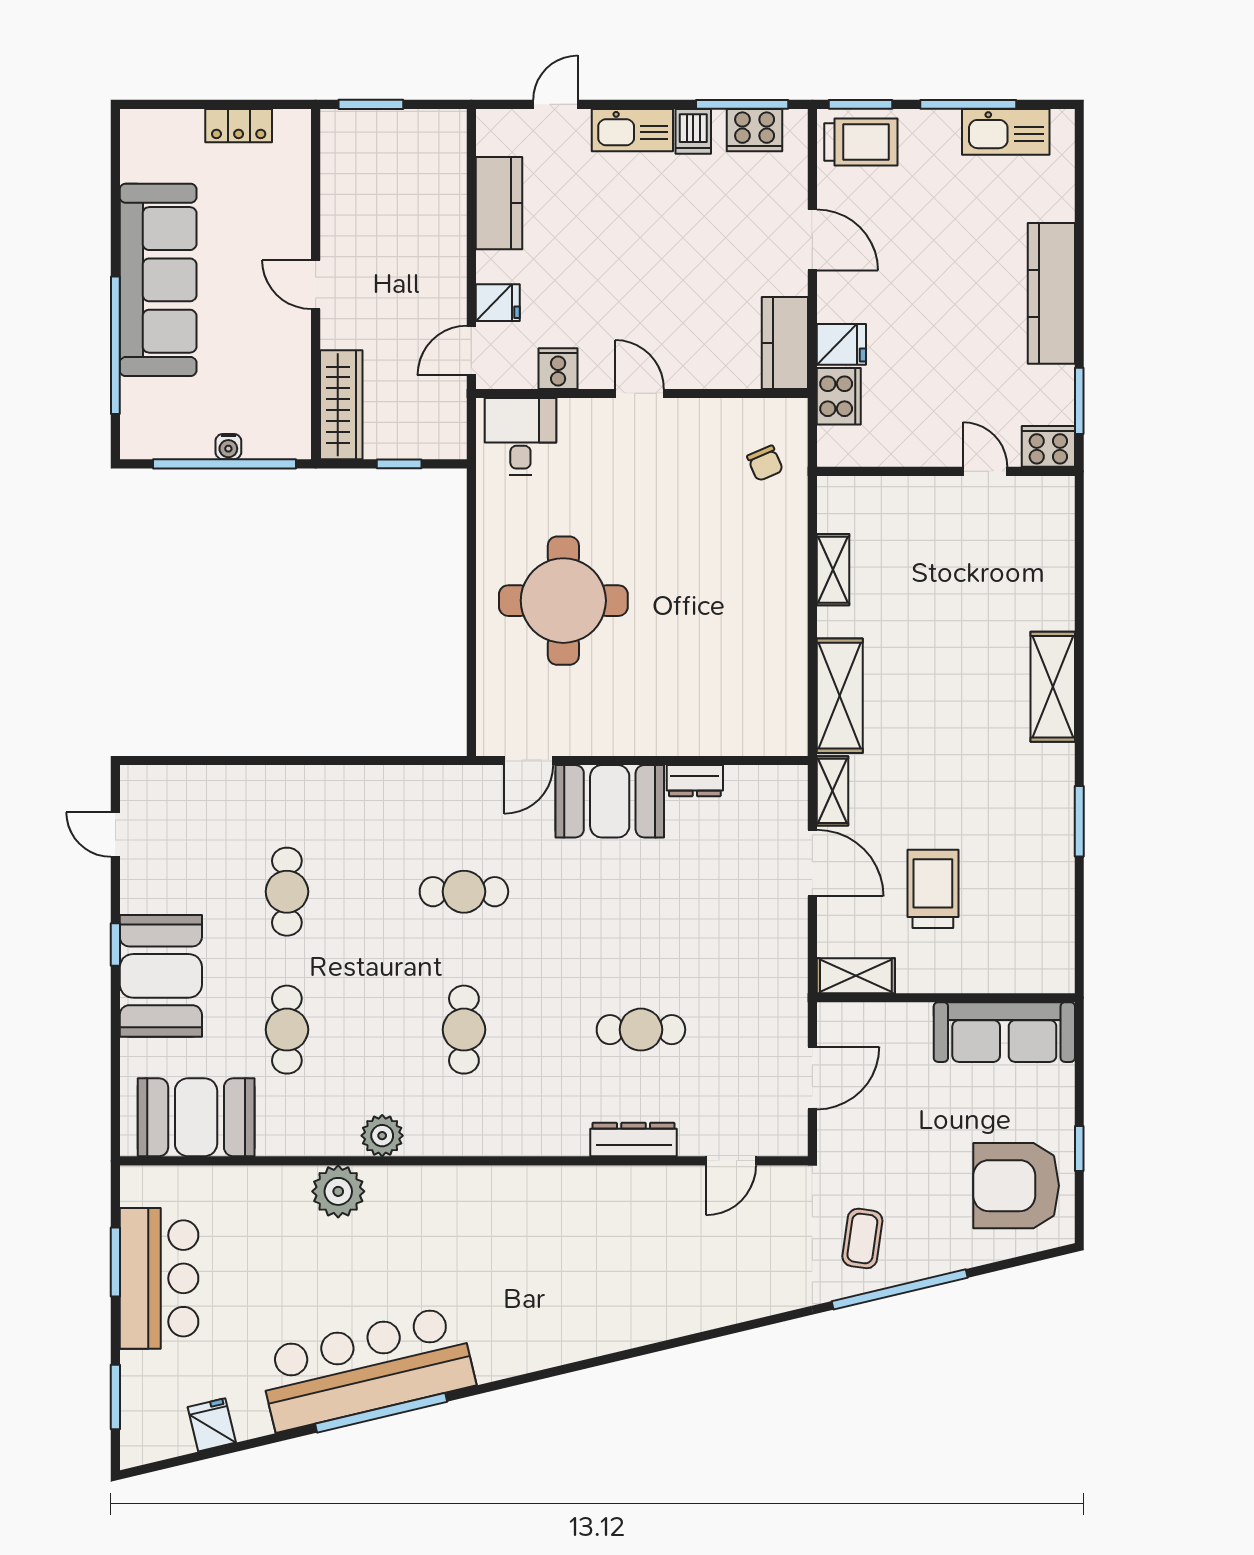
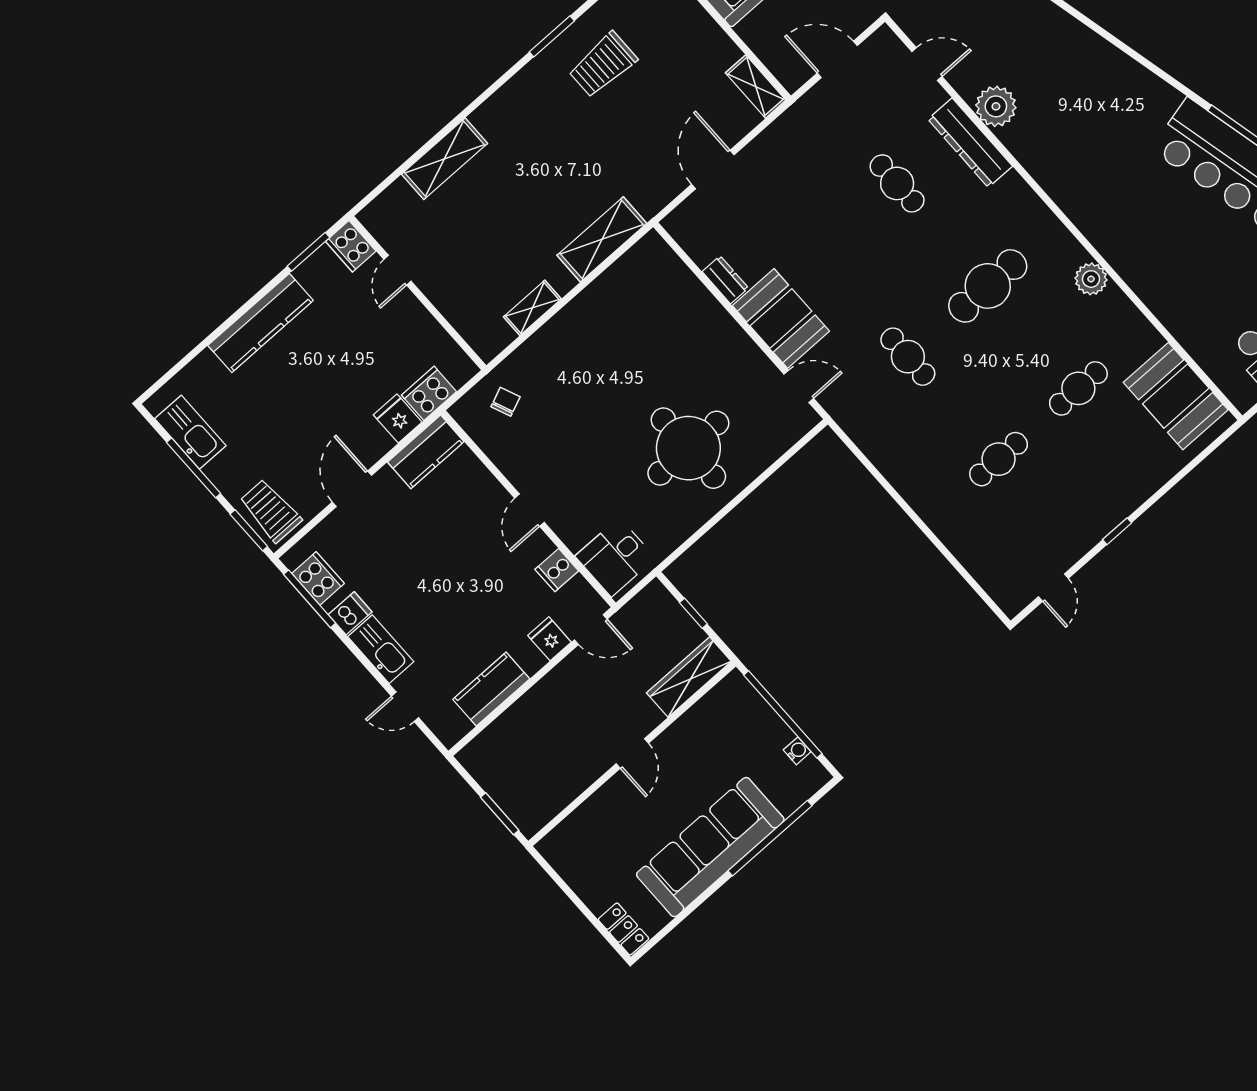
locker: (239, 126) -> (623, 929), moved
water cooler: (228, 447) -> (797, 751), moved
shelving: (1053, 687) -> (444, 159), moved
shelving: (832, 791) -> (661, 195), removed
trolley: (933, 889) -> (603, 65), moved
booth: (161, 976) -> (1112, 489), removed
cafe table: (464, 1030) -> (988, 286), width x1.37, depth x1.35
dresser: (634, 1139) -> (970, 143), width x1.37, depth x1.24
plant: (338, 1191) -> (996, 106), moved

